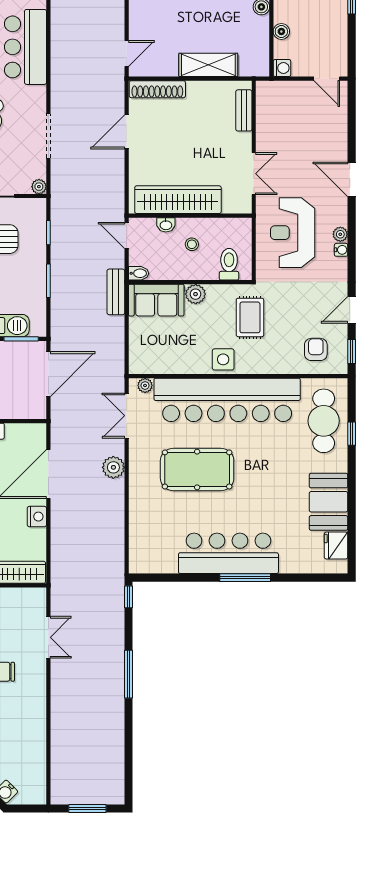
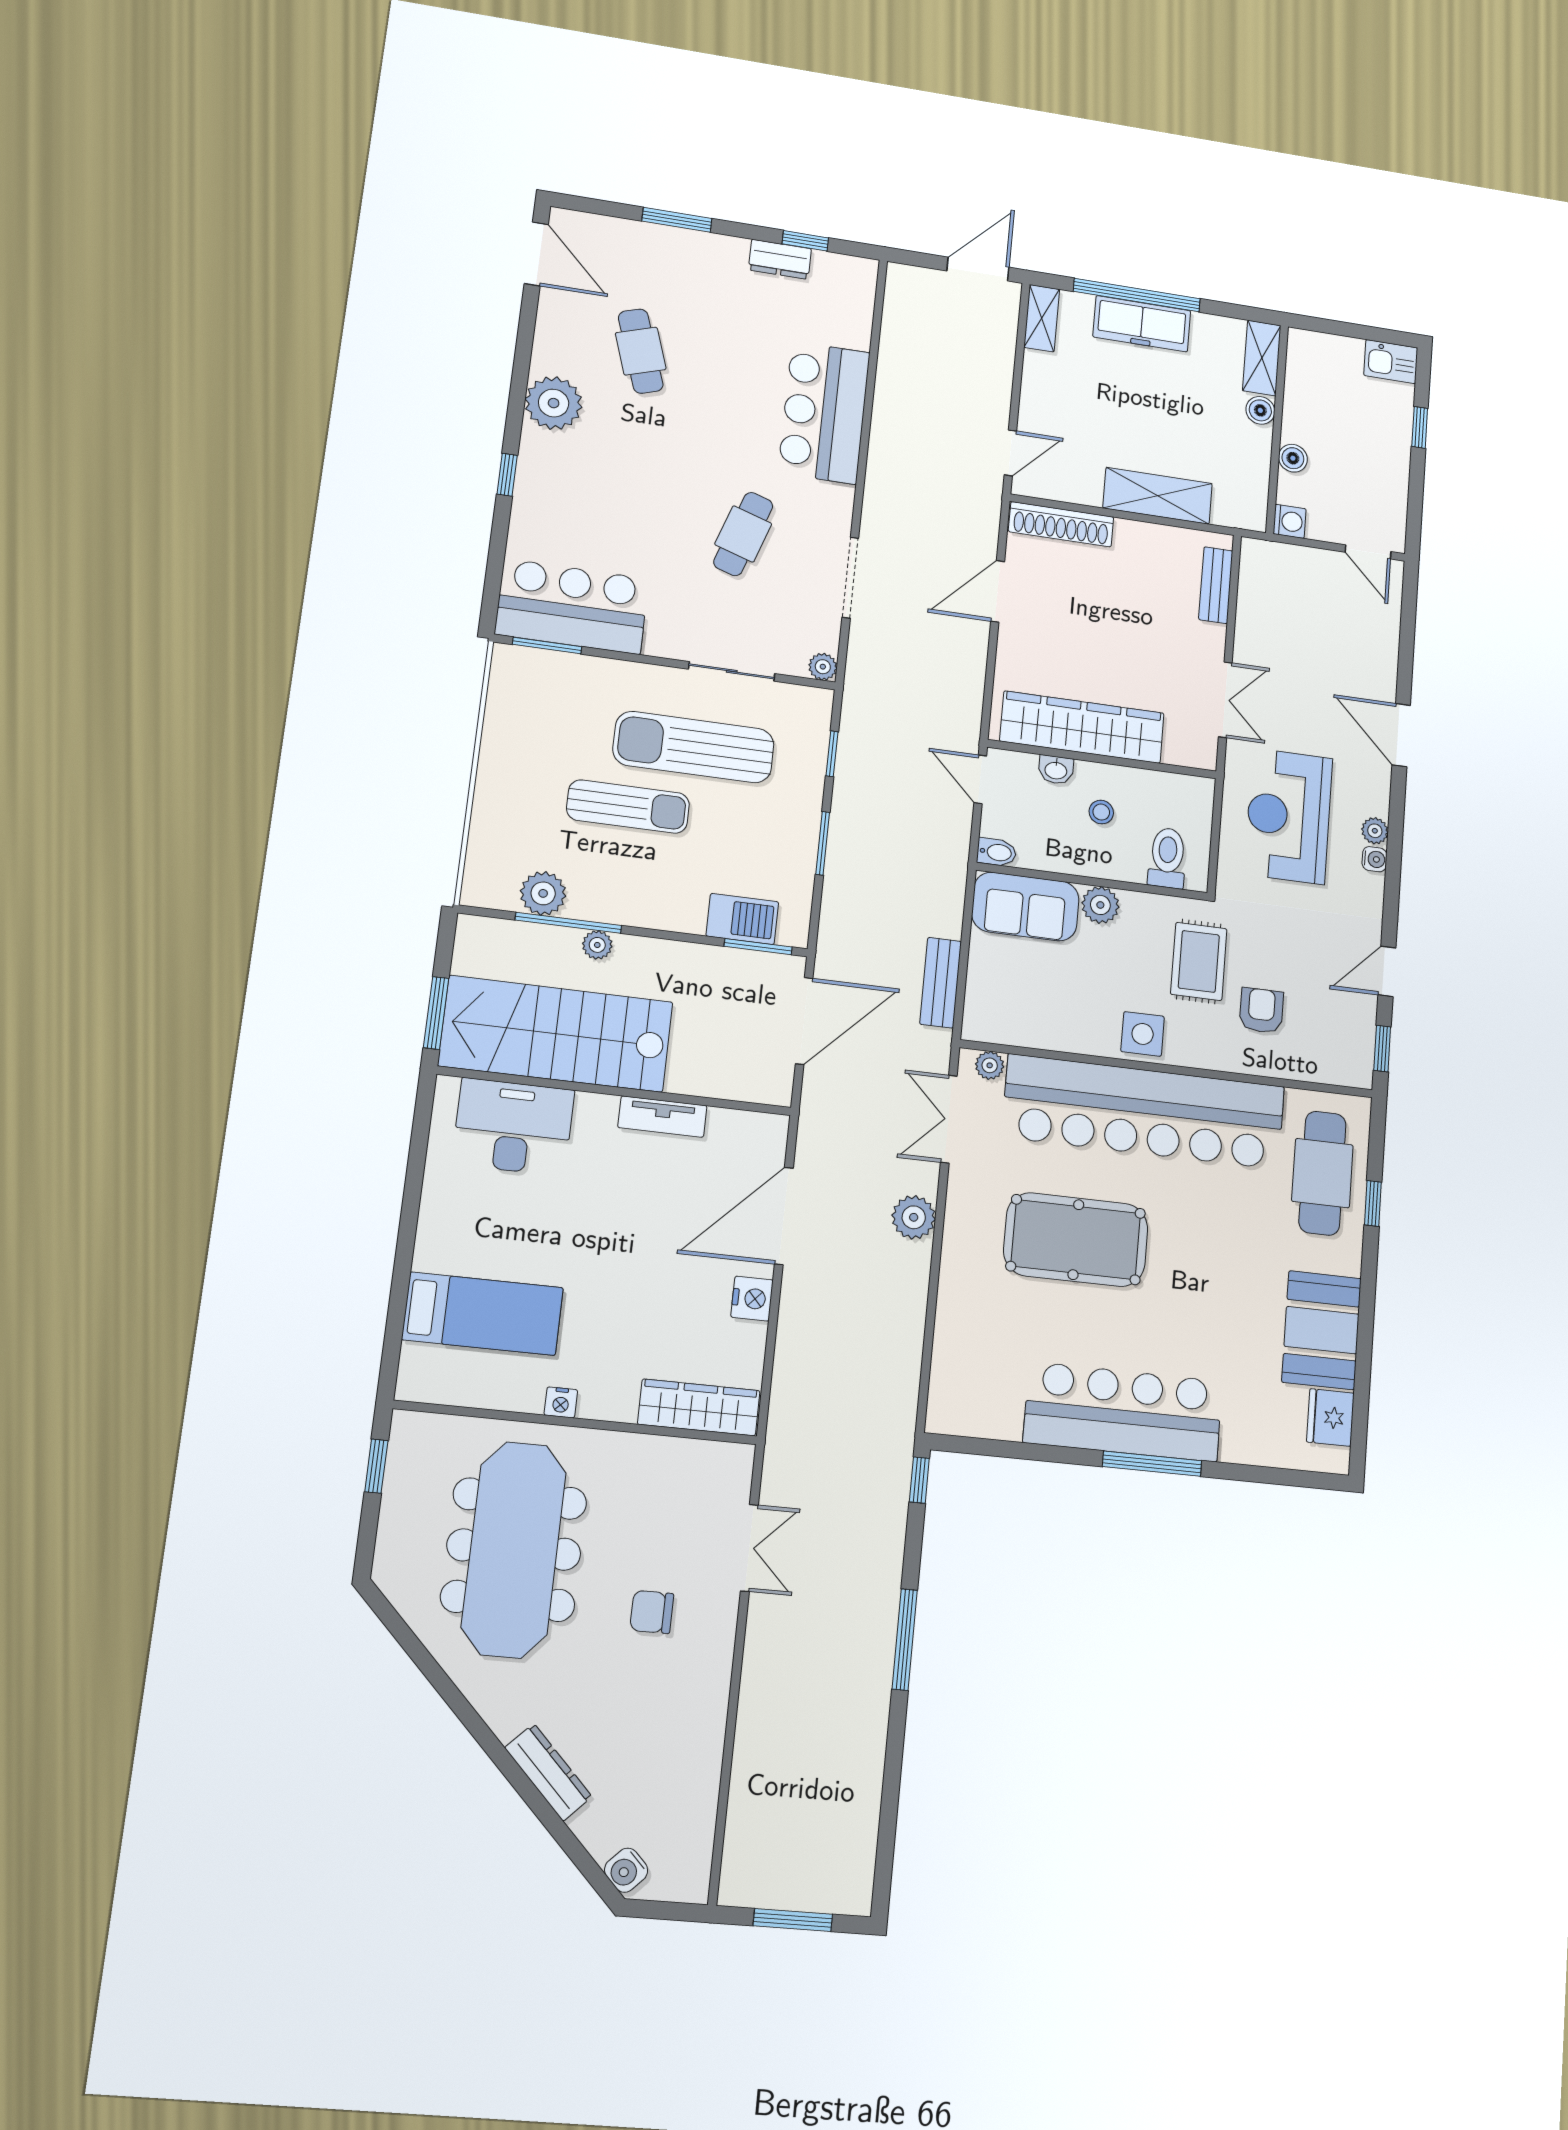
bench: (116, 292) -> (941, 983), moved
armchair: (316, 349) -> (1261, 1010), moved

